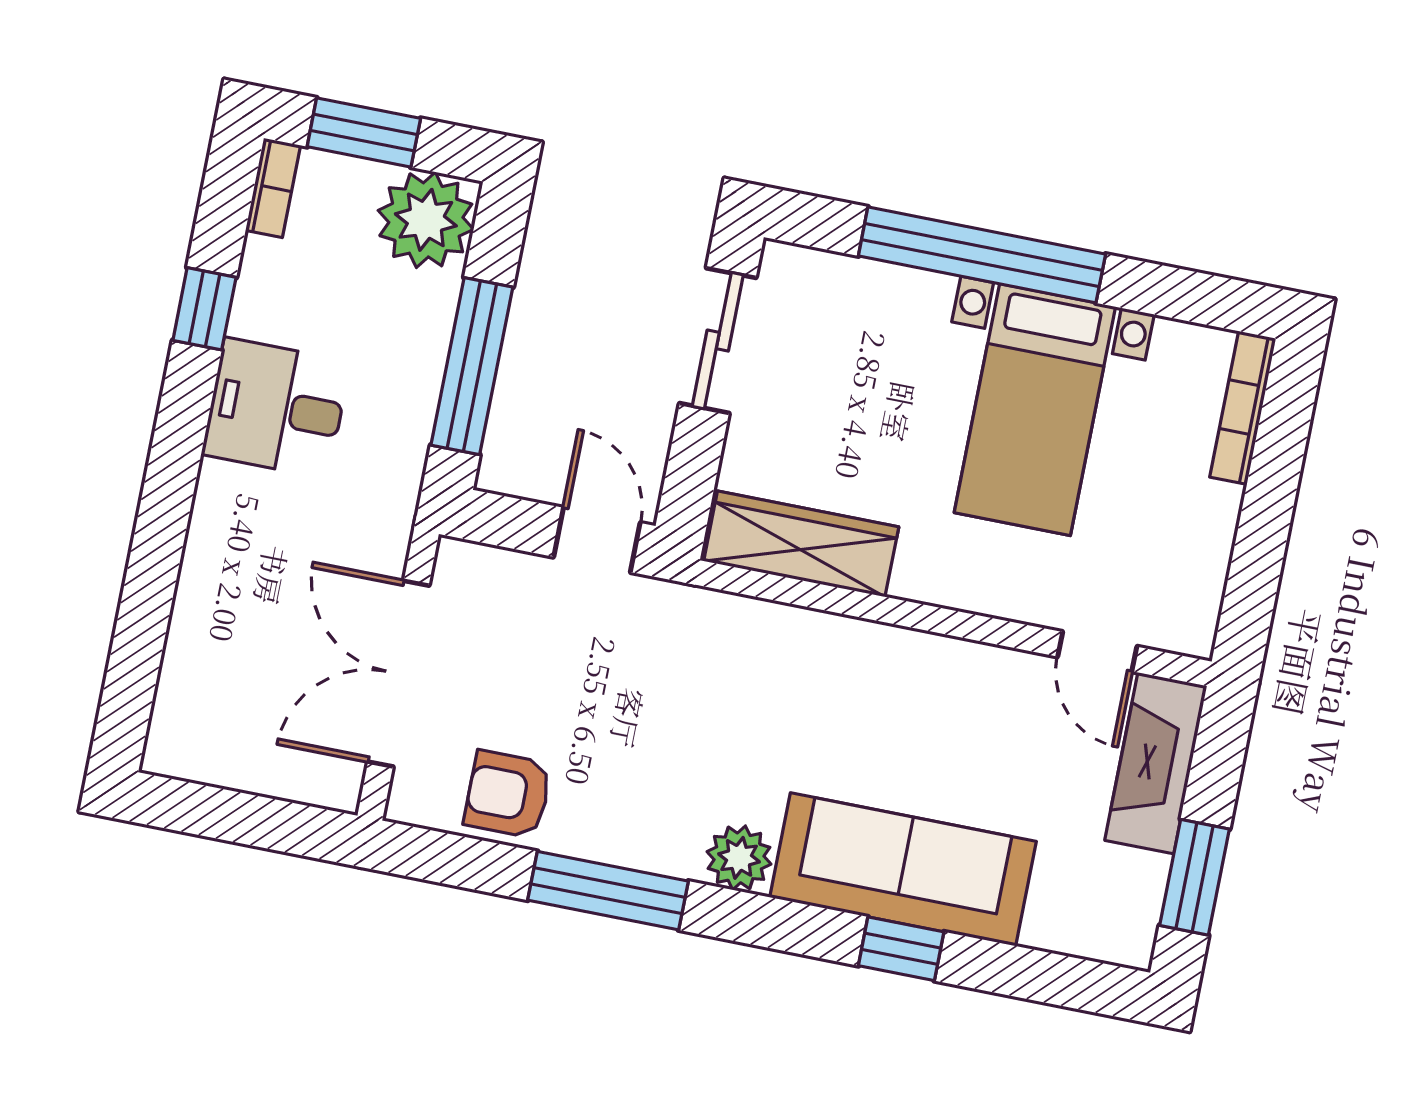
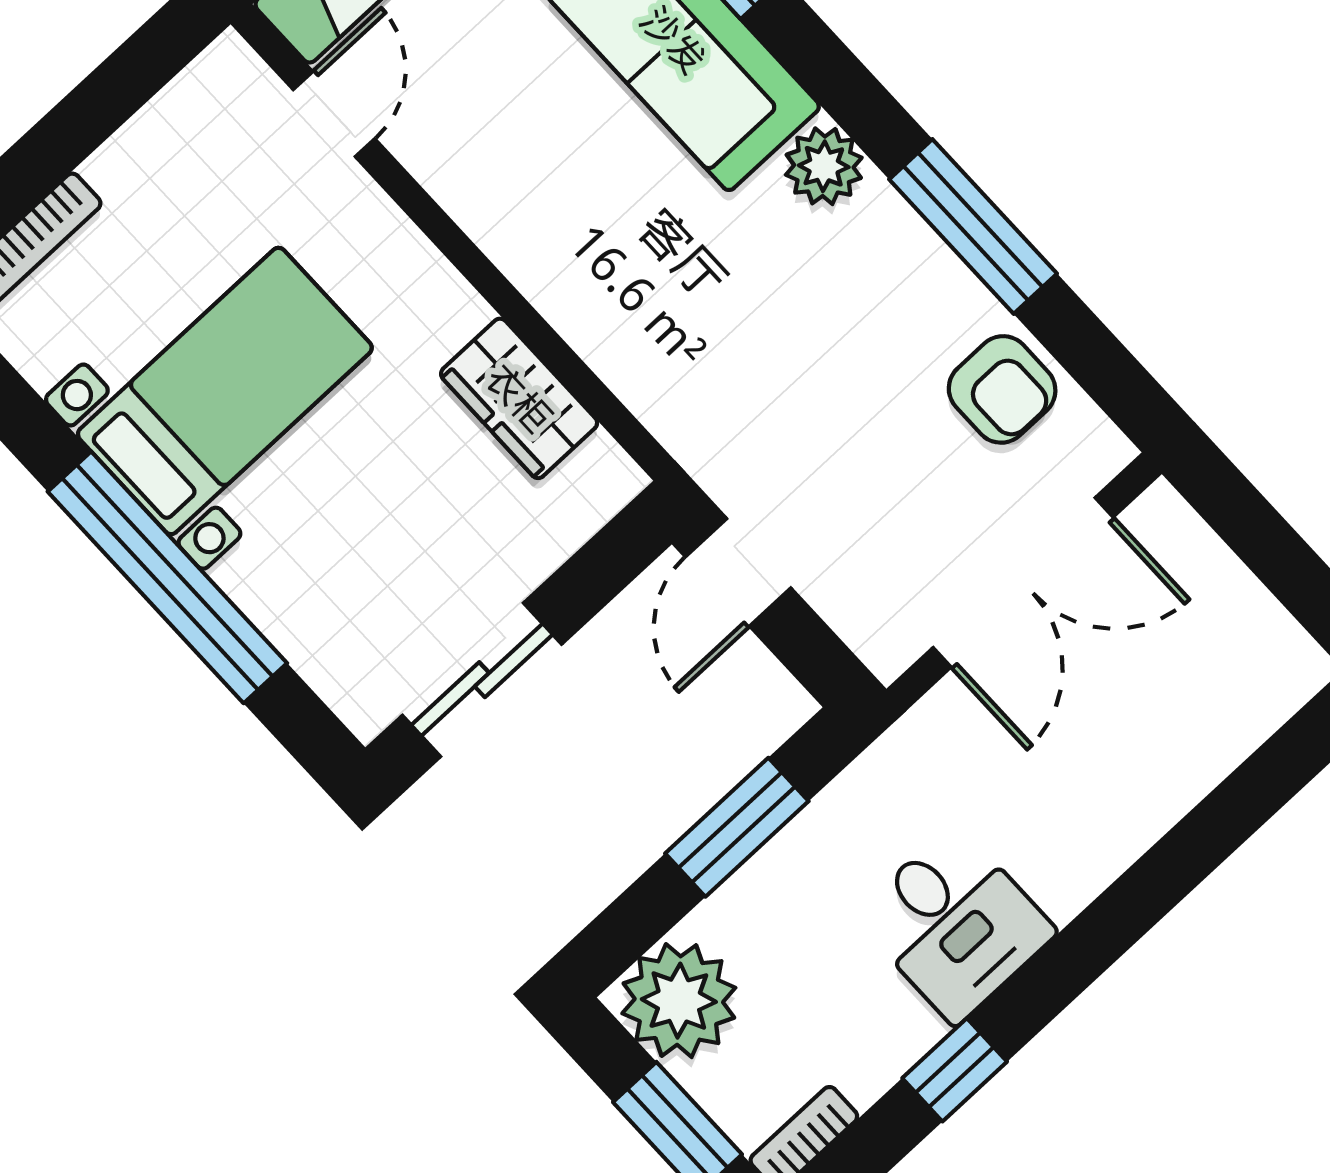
window: (472, 366) -> (737, 827), width x0.69
wardrobe: (801, 544) -> (519, 398), width x0.67

